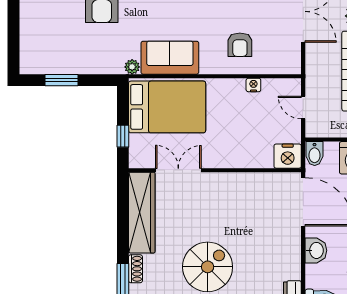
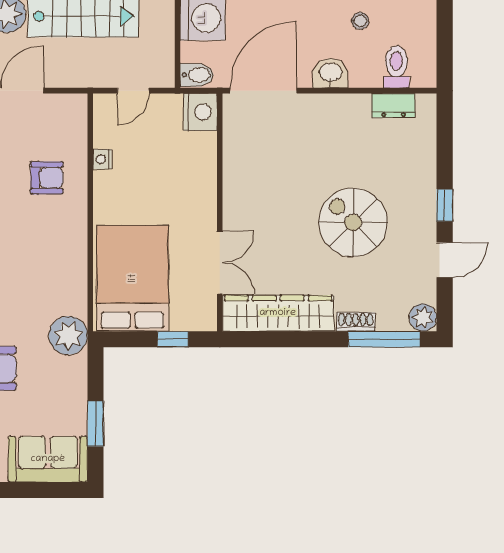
sofa: (170, 58) -> (48, 459), moved, turned 90
plant: (132, 67) -> (68, 335), width x1.87, depth x1.87
double door: (178, 170) -> (220, 263), swing flipped

